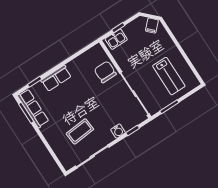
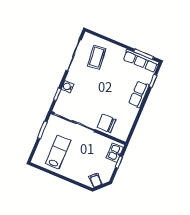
chair: (105, 72) -> (106, 123), turned 180
lab bench: (169, 76) -> (58, 152), turned 90
coffee table: (80, 131) -> (97, 57), moved

